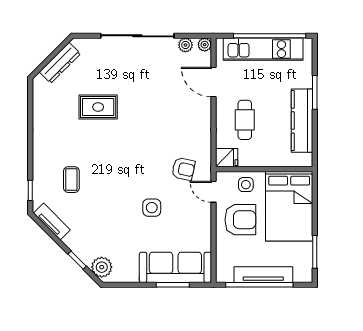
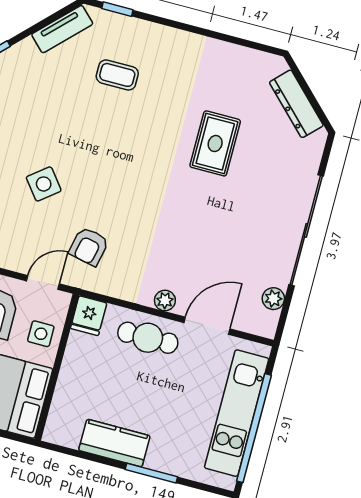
plant: (205, 45) -> (165, 300), moved
cafe table: (245, 120) -> (148, 338), moved
kitchen counter: (302, 121) -> (114, 443), width x0.67
side table: (152, 208) -> (44, 184), turned -38

